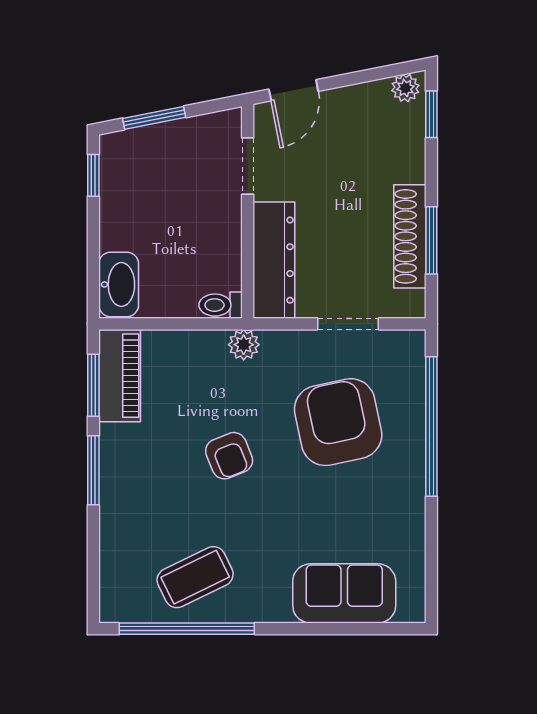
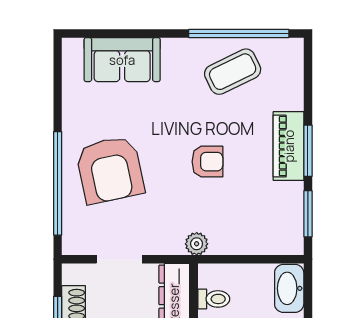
toilet: (221, 305) -> (214, 299), moved
piano: (120, 376) -> (289, 146), moved
armchair: (338, 422) -> (110, 170), moved
armchair: (229, 456) -> (207, 162), turned 112

